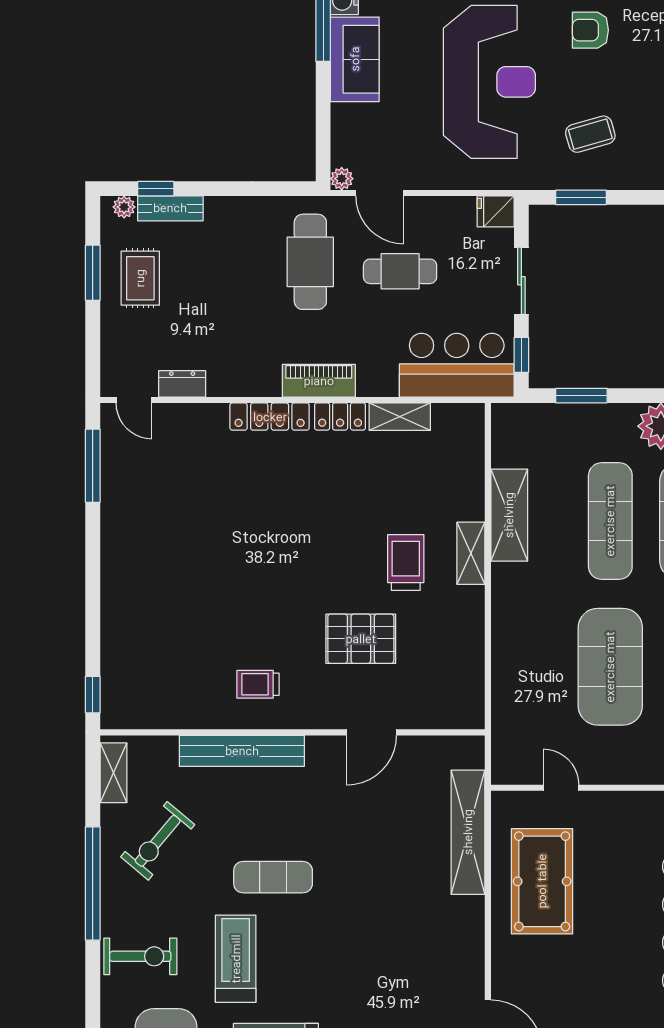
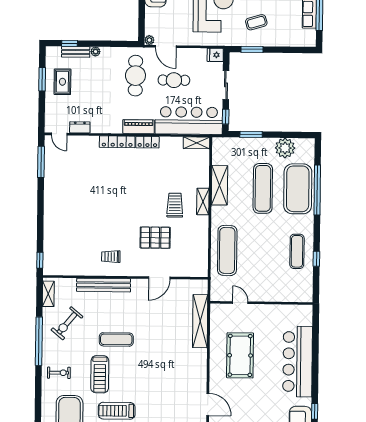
plant: (124, 207) -> (95, 52), moved
bar counter: (457, 365) -> (189, 121), width x1.36
shelving: (400, 417) -> (196, 143), moved
exercise mat: (610, 667) -> (227, 250), moved, width x0.68
pool table: (542, 881) -> (240, 355), moved
exercise bike: (140, 956) -> (59, 373), width x0.73, depth x0.72
treadmill: (236, 959) -> (100, 374), turned 180

